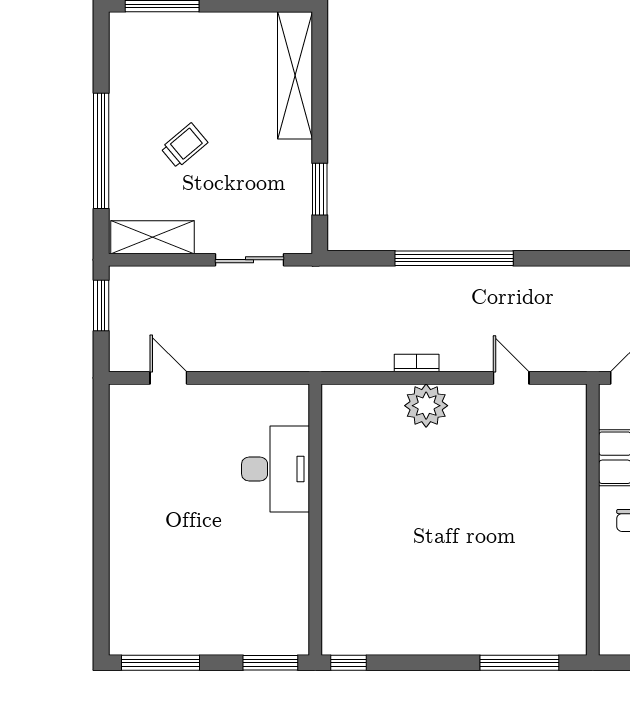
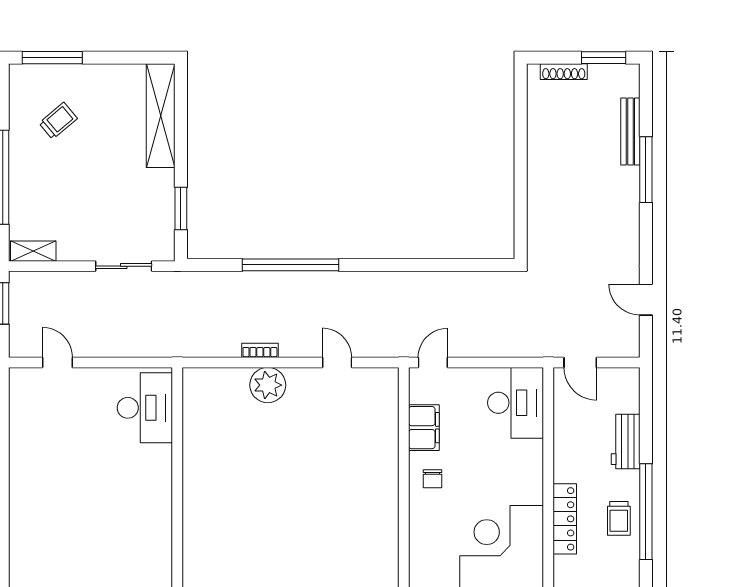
trolley: (184, 145) -> (58, 121), moved
shelving: (152, 237) -> (33, 251), width x0.67, depth x0.75
desk: (276, 469) -> (145, 408), moved

